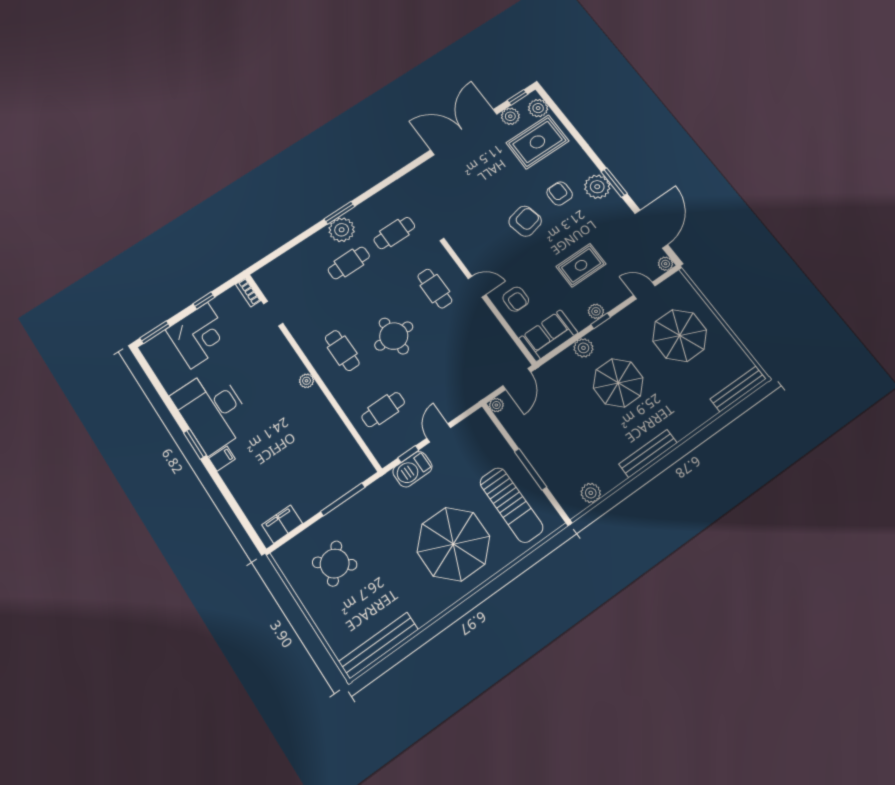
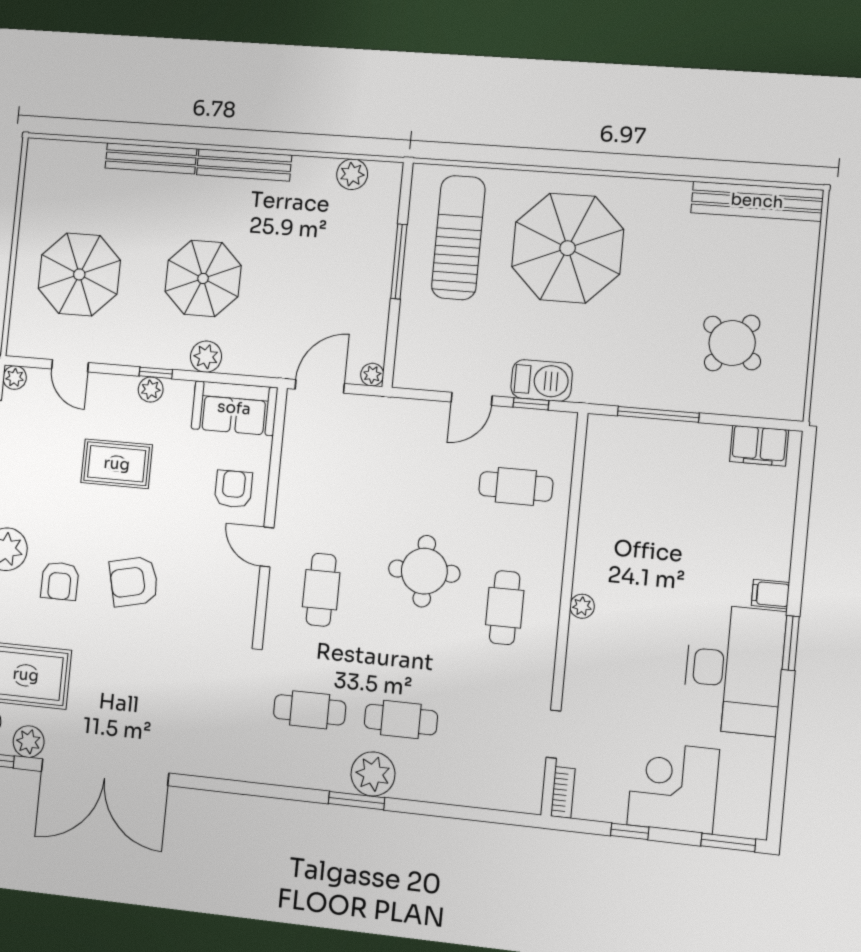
bench: (738, 389) -> (151, 158), moved

